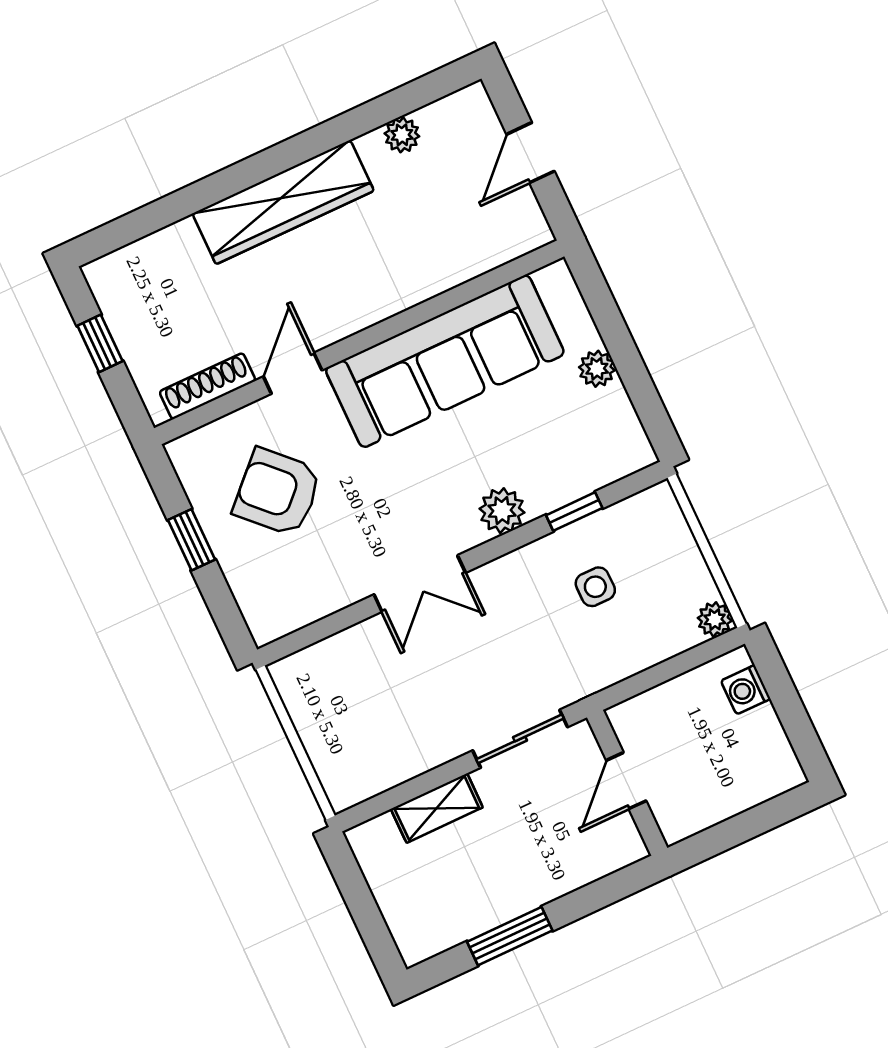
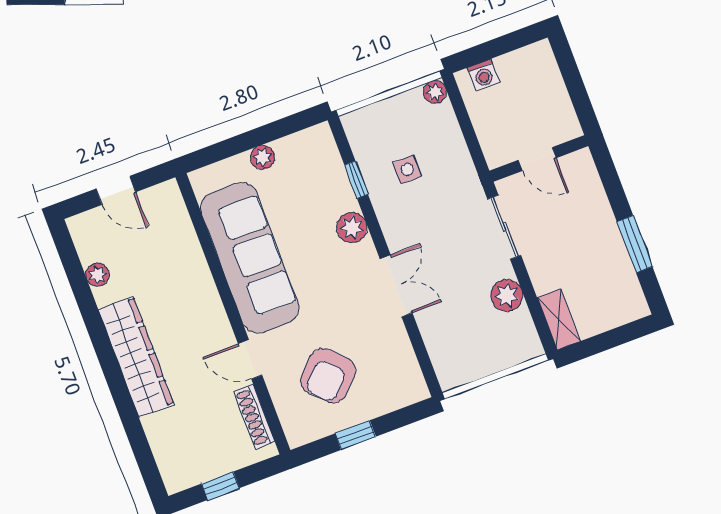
plant: (418, 750) -> (507, 295), added
shelving: (437, 808) -> (559, 320), moved

